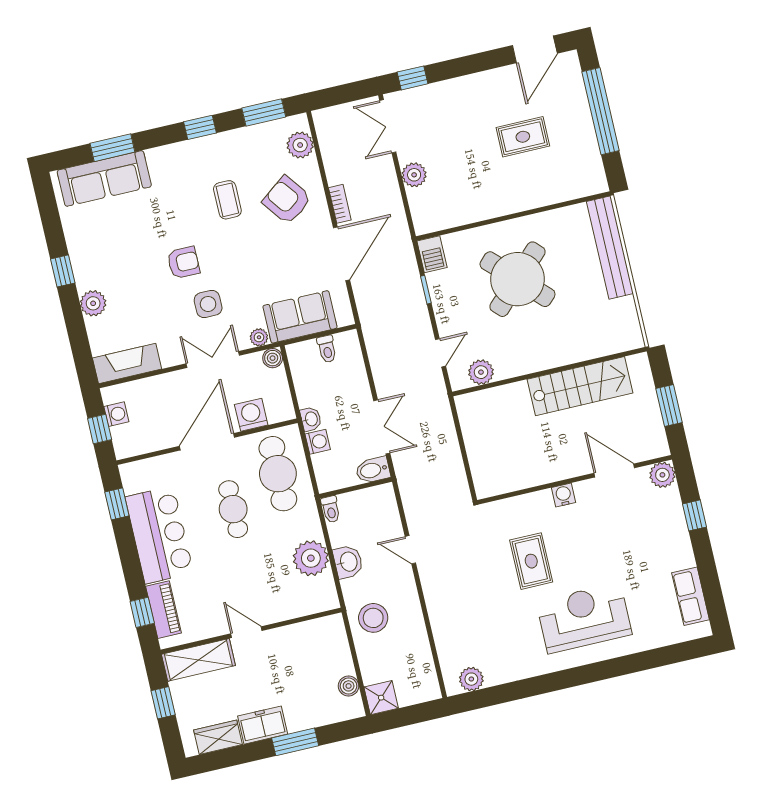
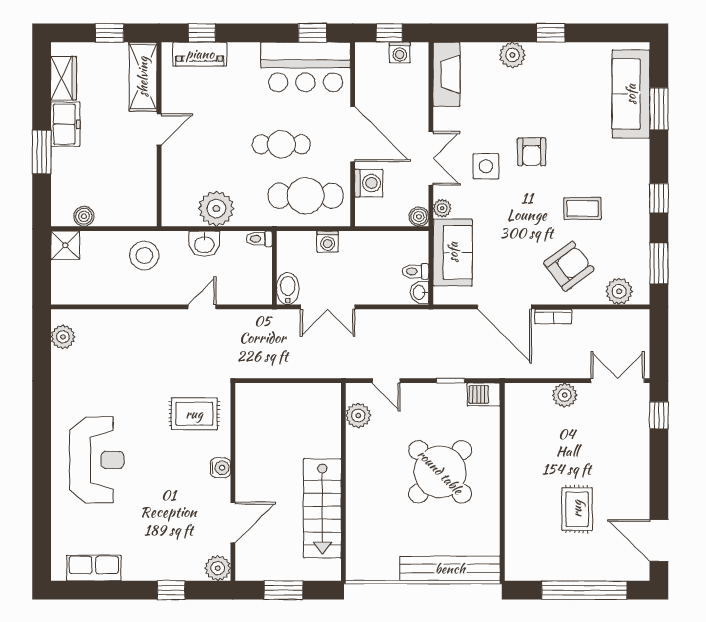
washbasin: (311, 419) -> (420, 292), moved, turned 90
bar counter: (159, 535) -> (306, 67), moved
rug: (531, 561) -> (194, 414), moved

